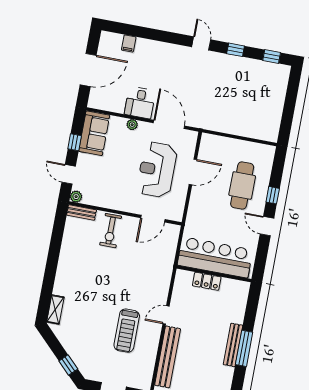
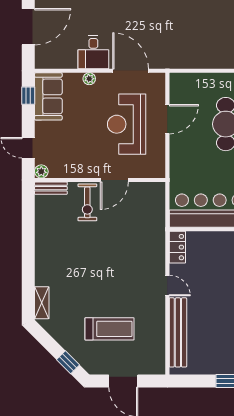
window: (75, 142) -> (28, 96), moved
door: (153, 219) -> (114, 180), moved
locker: (207, 281) -> (177, 247), moved, turned -90
door: (166, 315) -> (167, 286), swing flipped
treadmill: (127, 331) -> (110, 329), moved, turned -90

